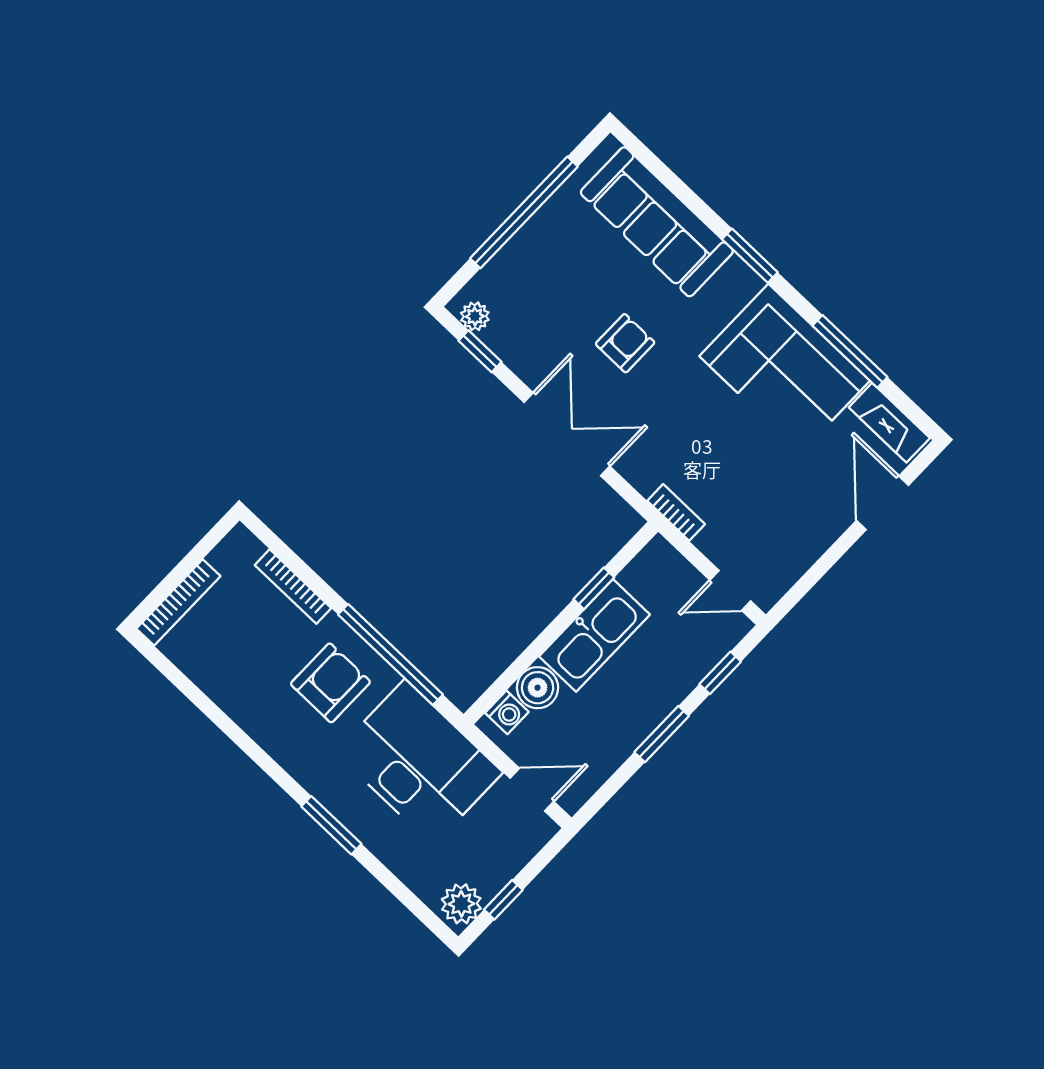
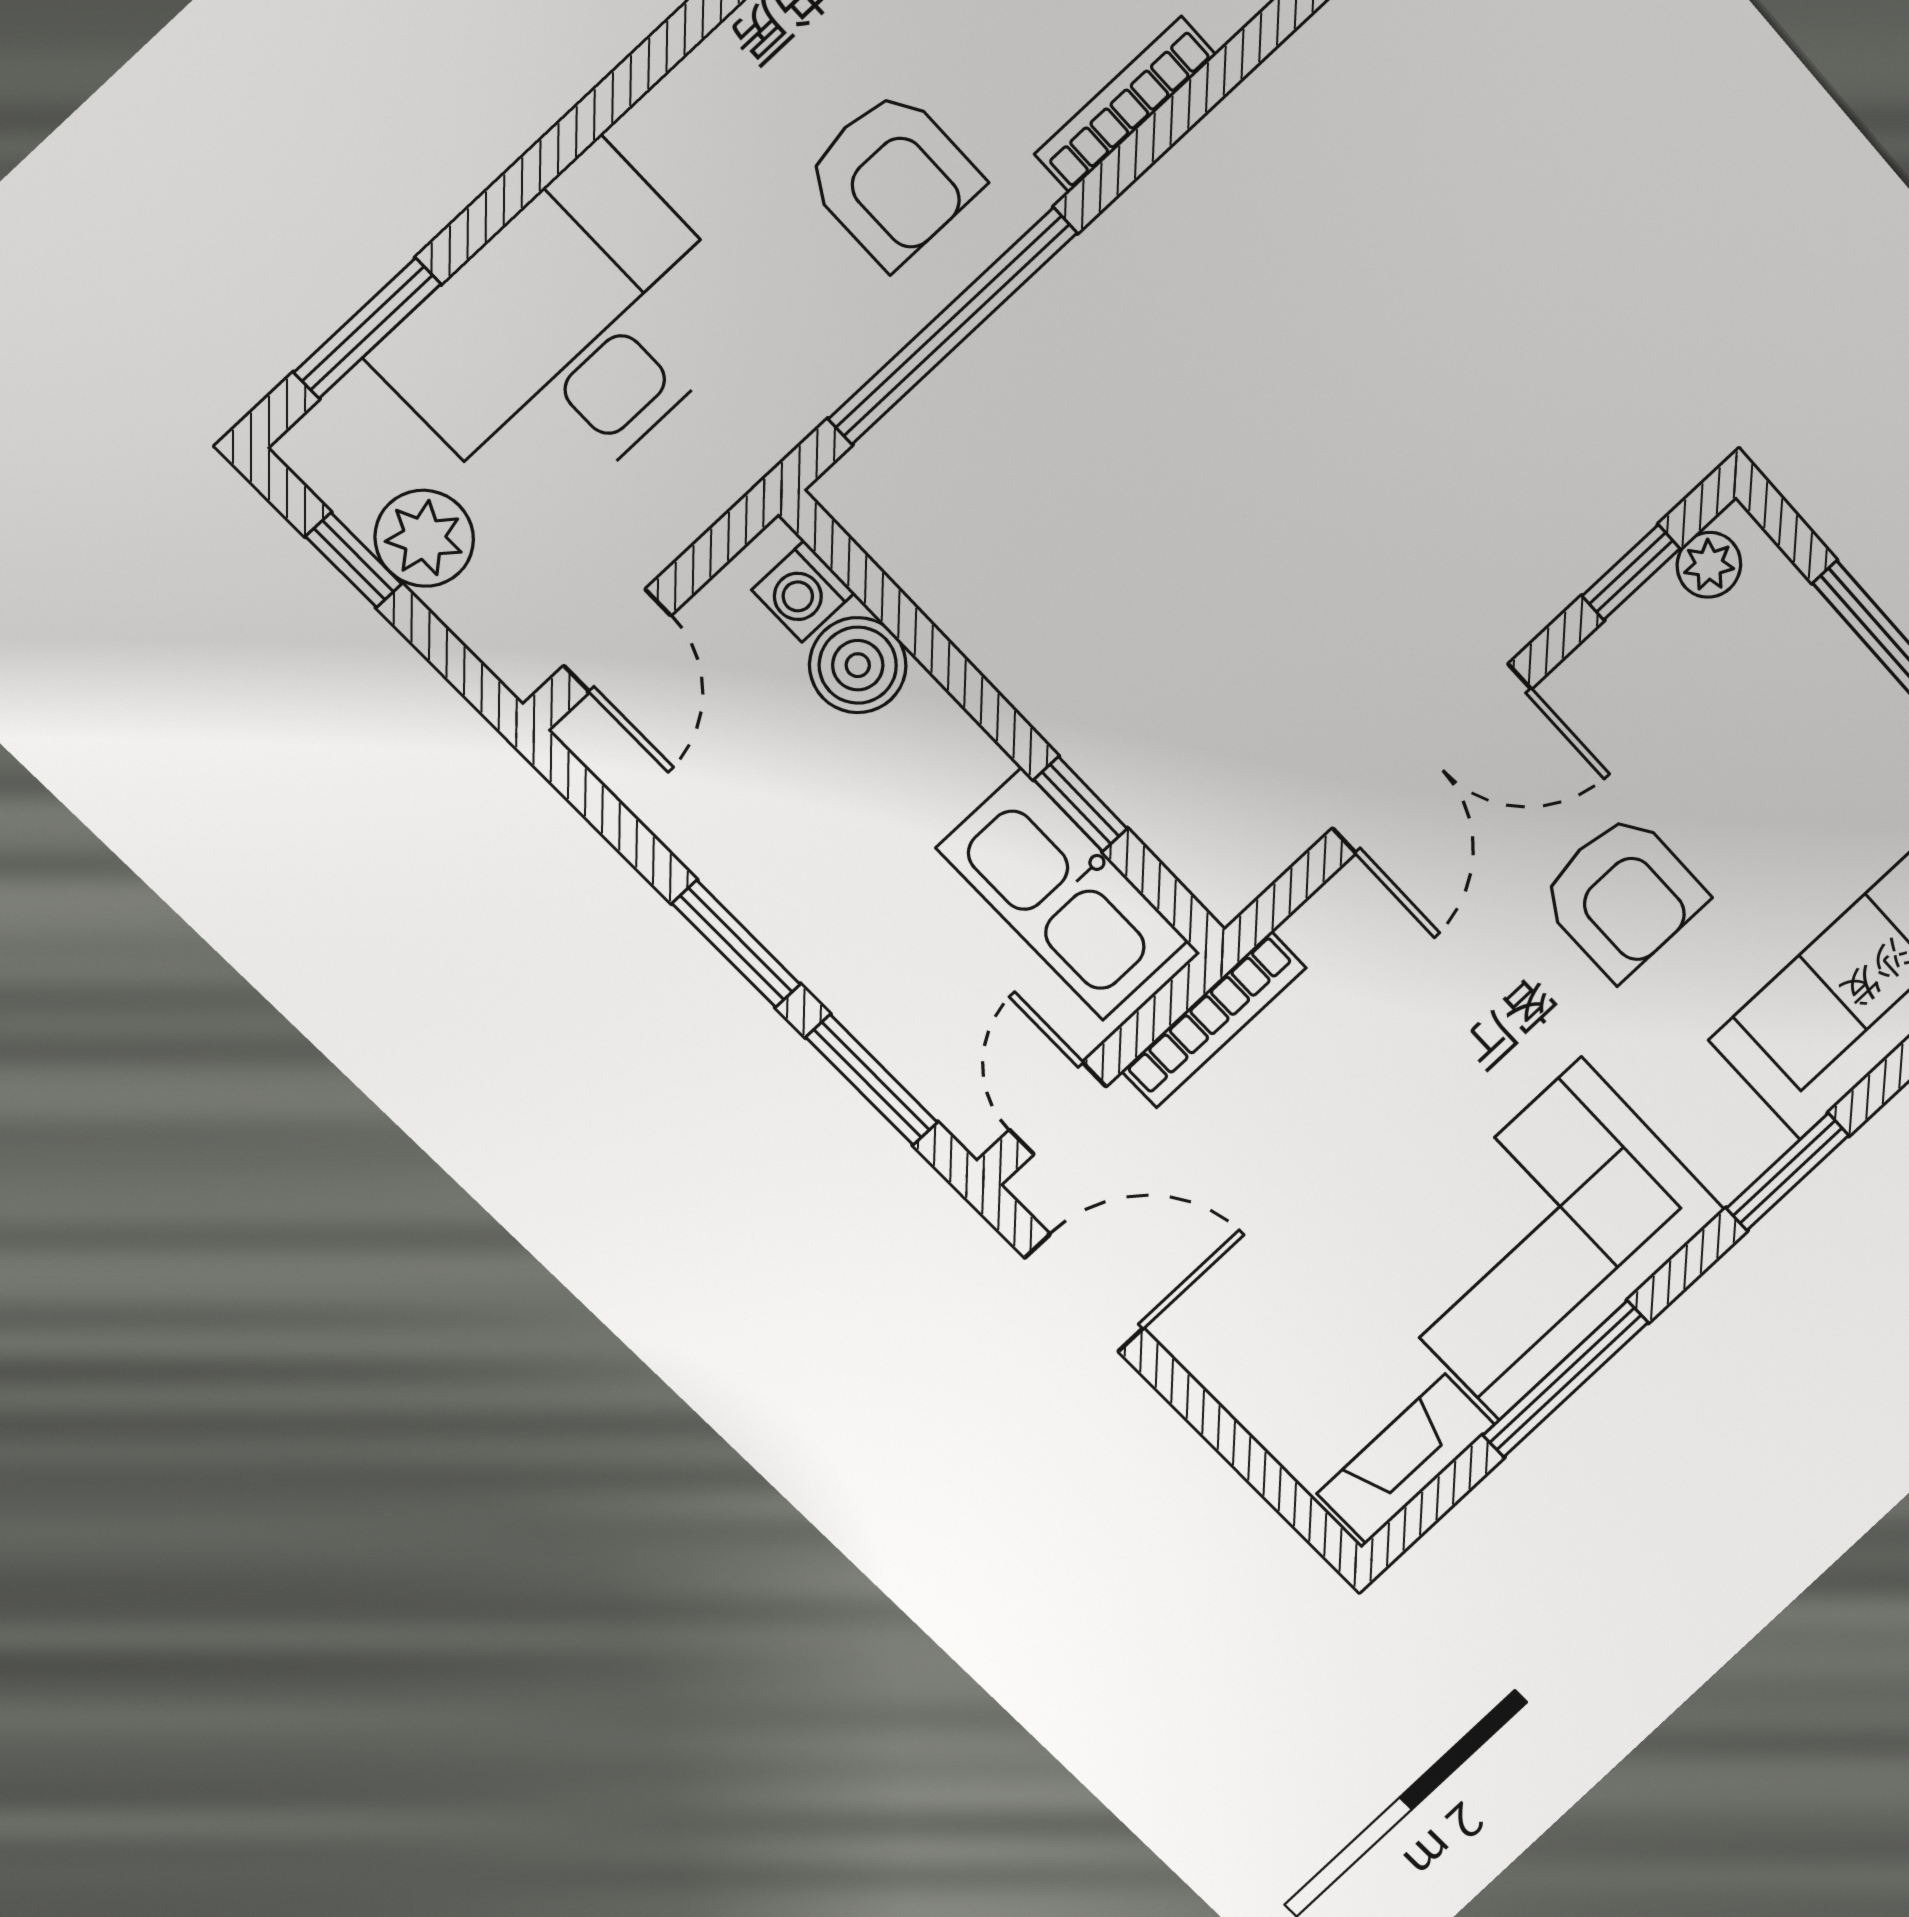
armchair: (625, 343) -> (1623, 896), width x1.38, depth x1.38
door: (883, 503) -> (1084, 1293), moved
bookcase: (676, 512) -> (1214, 1019), width x1.56
kitchen sink: (594, 635) -> (1063, 895), moved
window: (720, 673) -> (872, 1080), width x1.50
desk: (419, 762) -> (568, 336), moved, turned 180
window: (331, 825) -> (367, 328), moved
plant: (461, 904) -> (424, 538), moved

